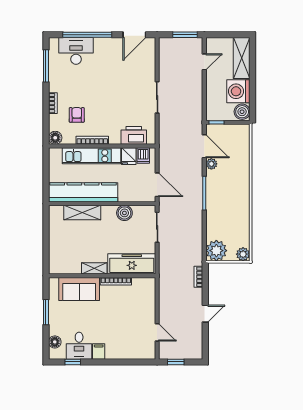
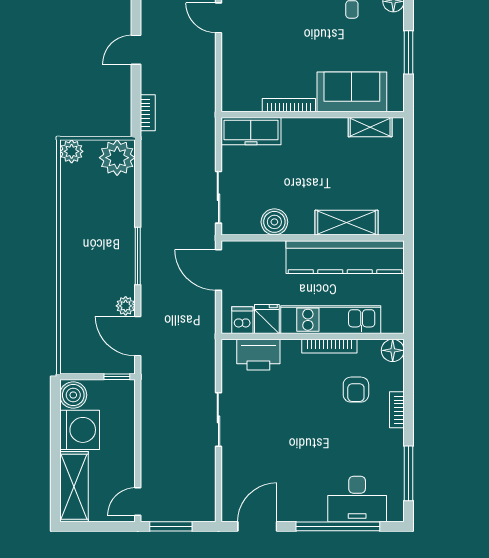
door: (204, 62) -> (138, 502), moved
freezer: (132, 264) -> (251, 131), width x0.73, depth x0.79
shelving: (94, 268) -> (370, 127), moved

